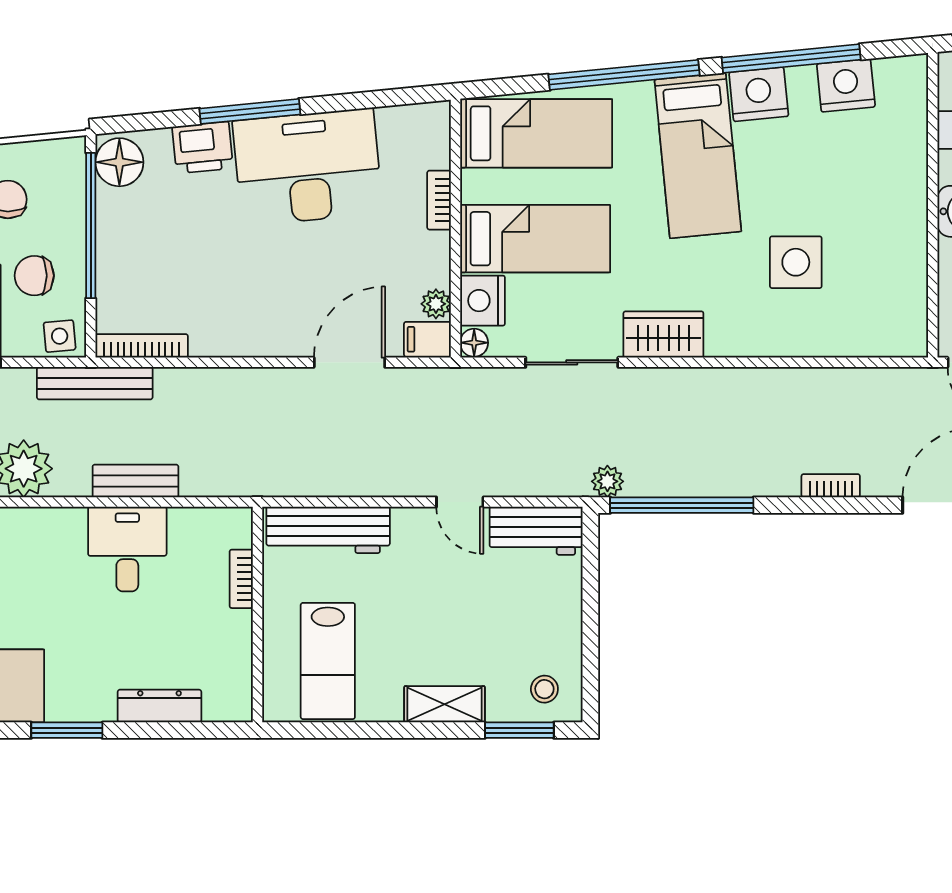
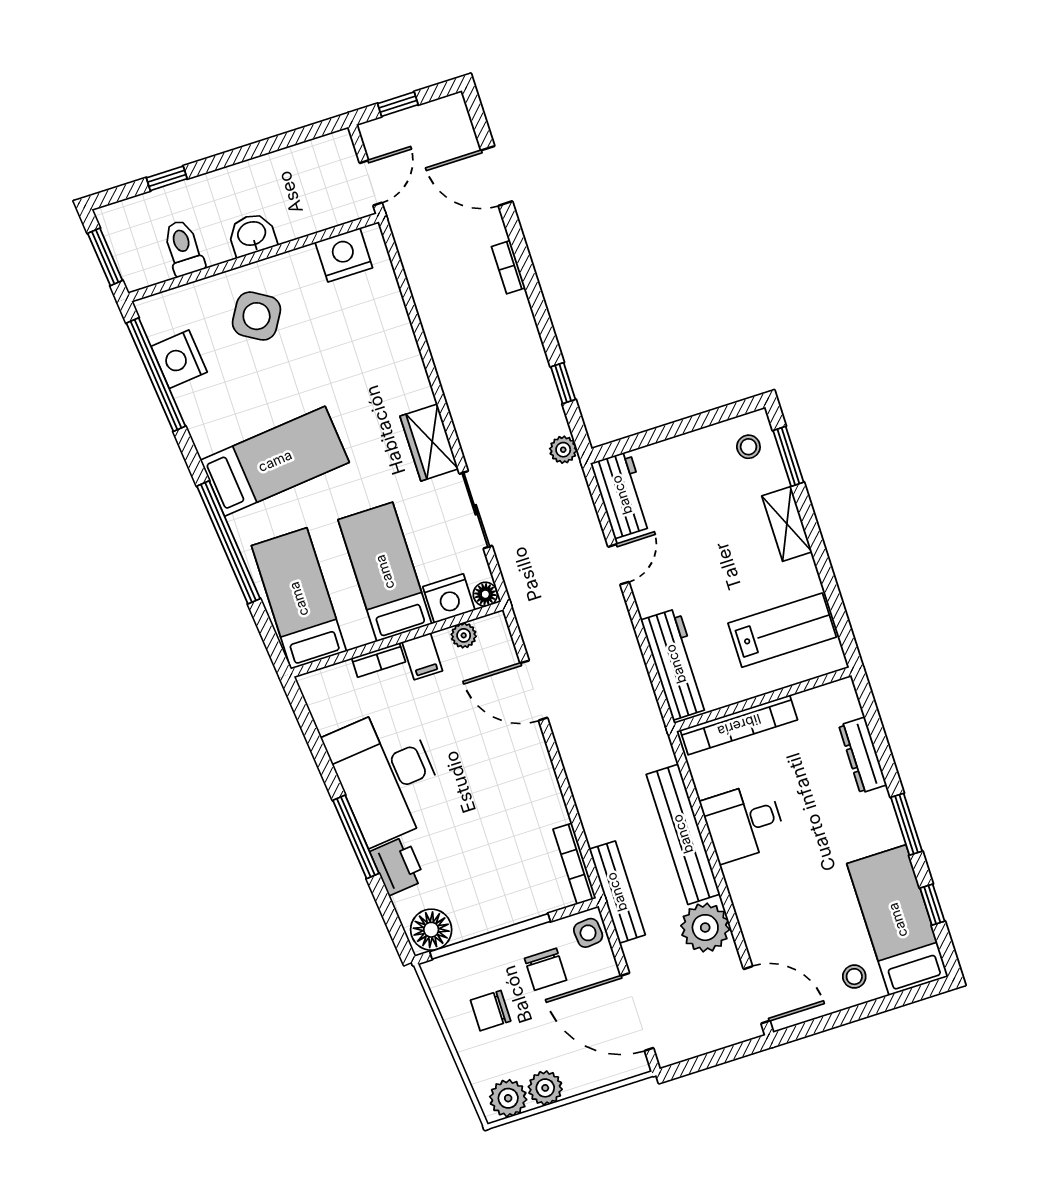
window: (791, 59) -> (156, 375), moved
nightstand: (759, 94) -> (344, 255), moved, turned 96
side table: (796, 262) -> (257, 316), moved, turned 31
filing cabinet: (427, 339) -> (422, 656), moved
bench: (135, 481) -> (683, 834), width x1.86, depth x1.21
window: (682, 505) -> (563, 383), width x0.32
bookcase: (241, 579) -> (739, 725), width x2.31, depth x1.31

